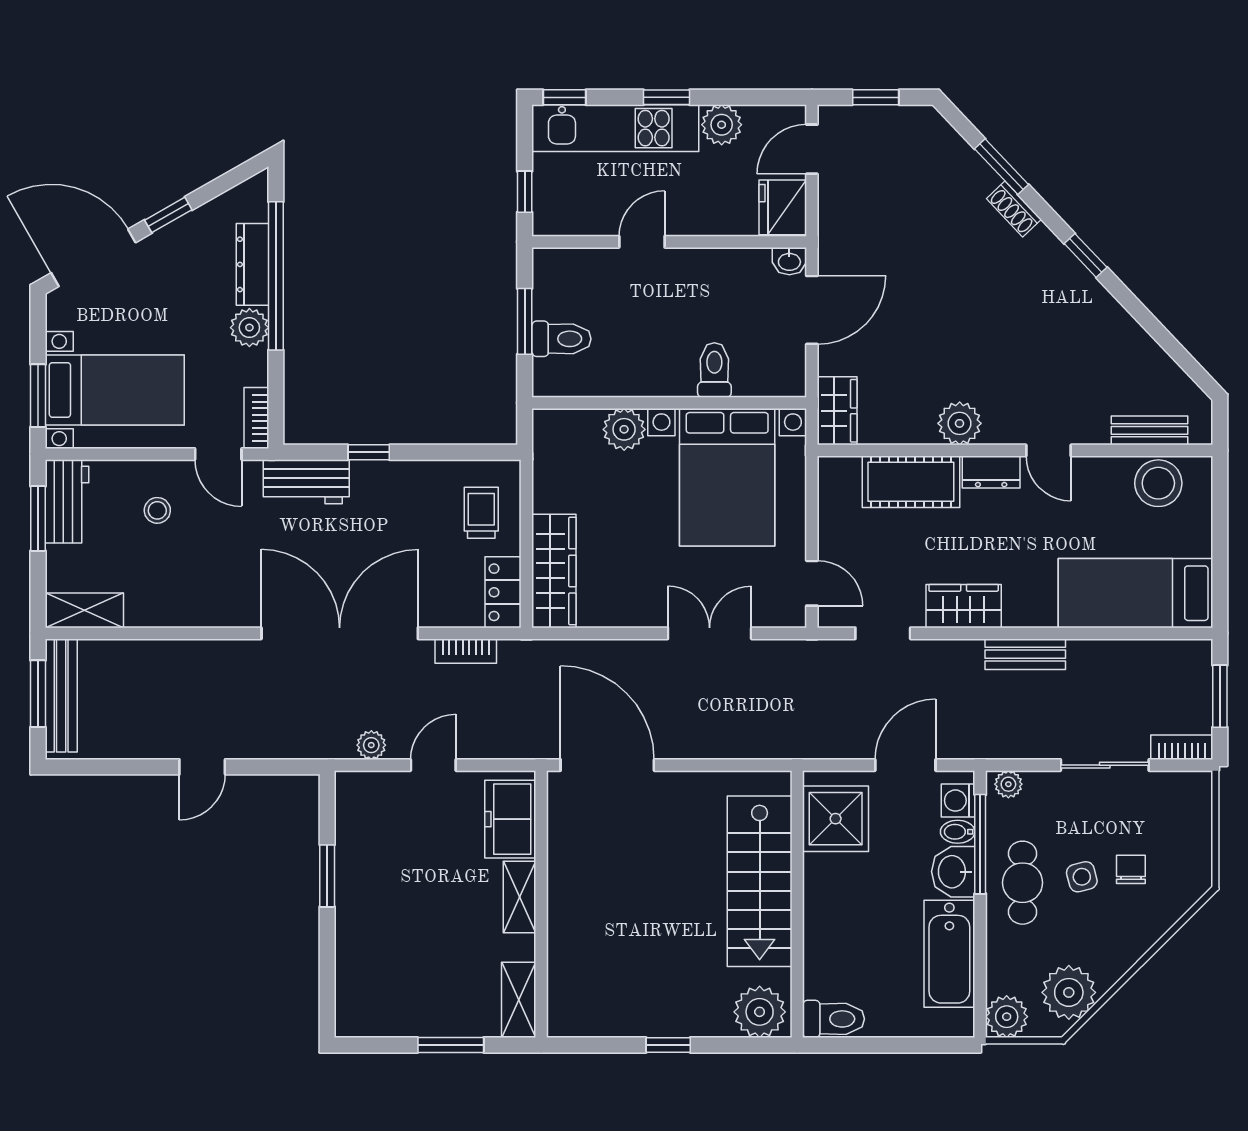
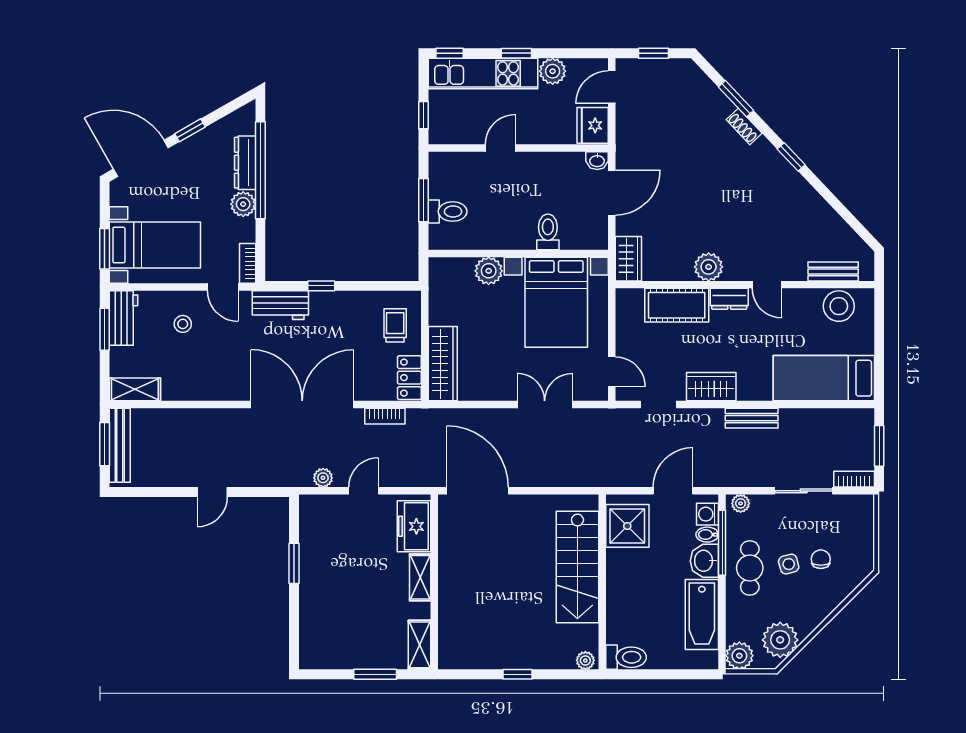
plant: (760, 1012) -> (585, 660), width x0.53, depth x0.53

